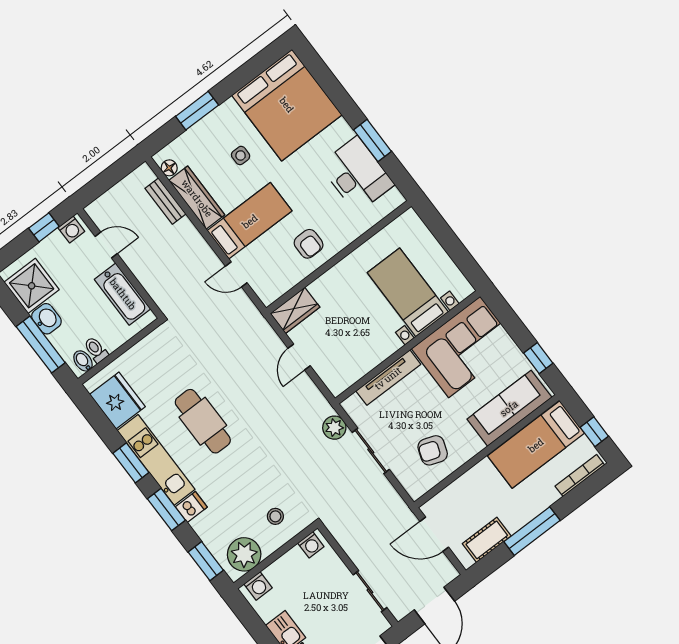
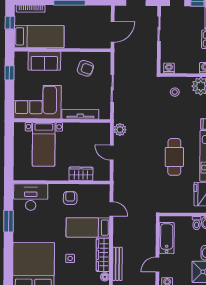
desk: (357, 175) -> (31, 197), moved, turned 90
bench: (165, 201) -> (117, 264), width x1.36
door: (106, 245) -> (157, 265), hinge flipped
wardrobe: (295, 310) -> (81, 174), moved
door: (299, 357) -> (112, 153), swing flipped
sofa: (509, 408) -> (44, 61), width x0.73
plant: (334, 428) -> (120, 130), moved
door: (434, 534) -> (113, 32), hinge flipped
cot: (487, 540) -> (92, 12), removed

